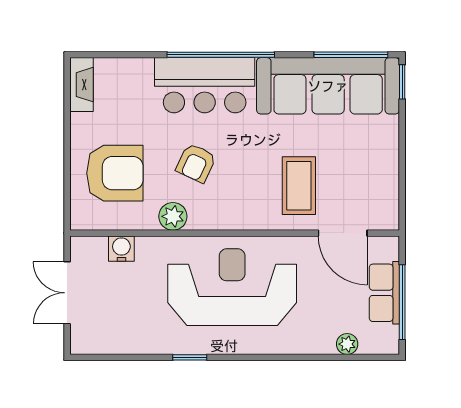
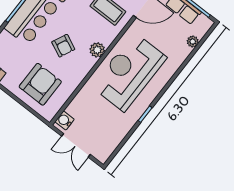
plant: (173, 216) -> (97, 50), moved
water cooler: (121, 249) -> (64, 120), moved

